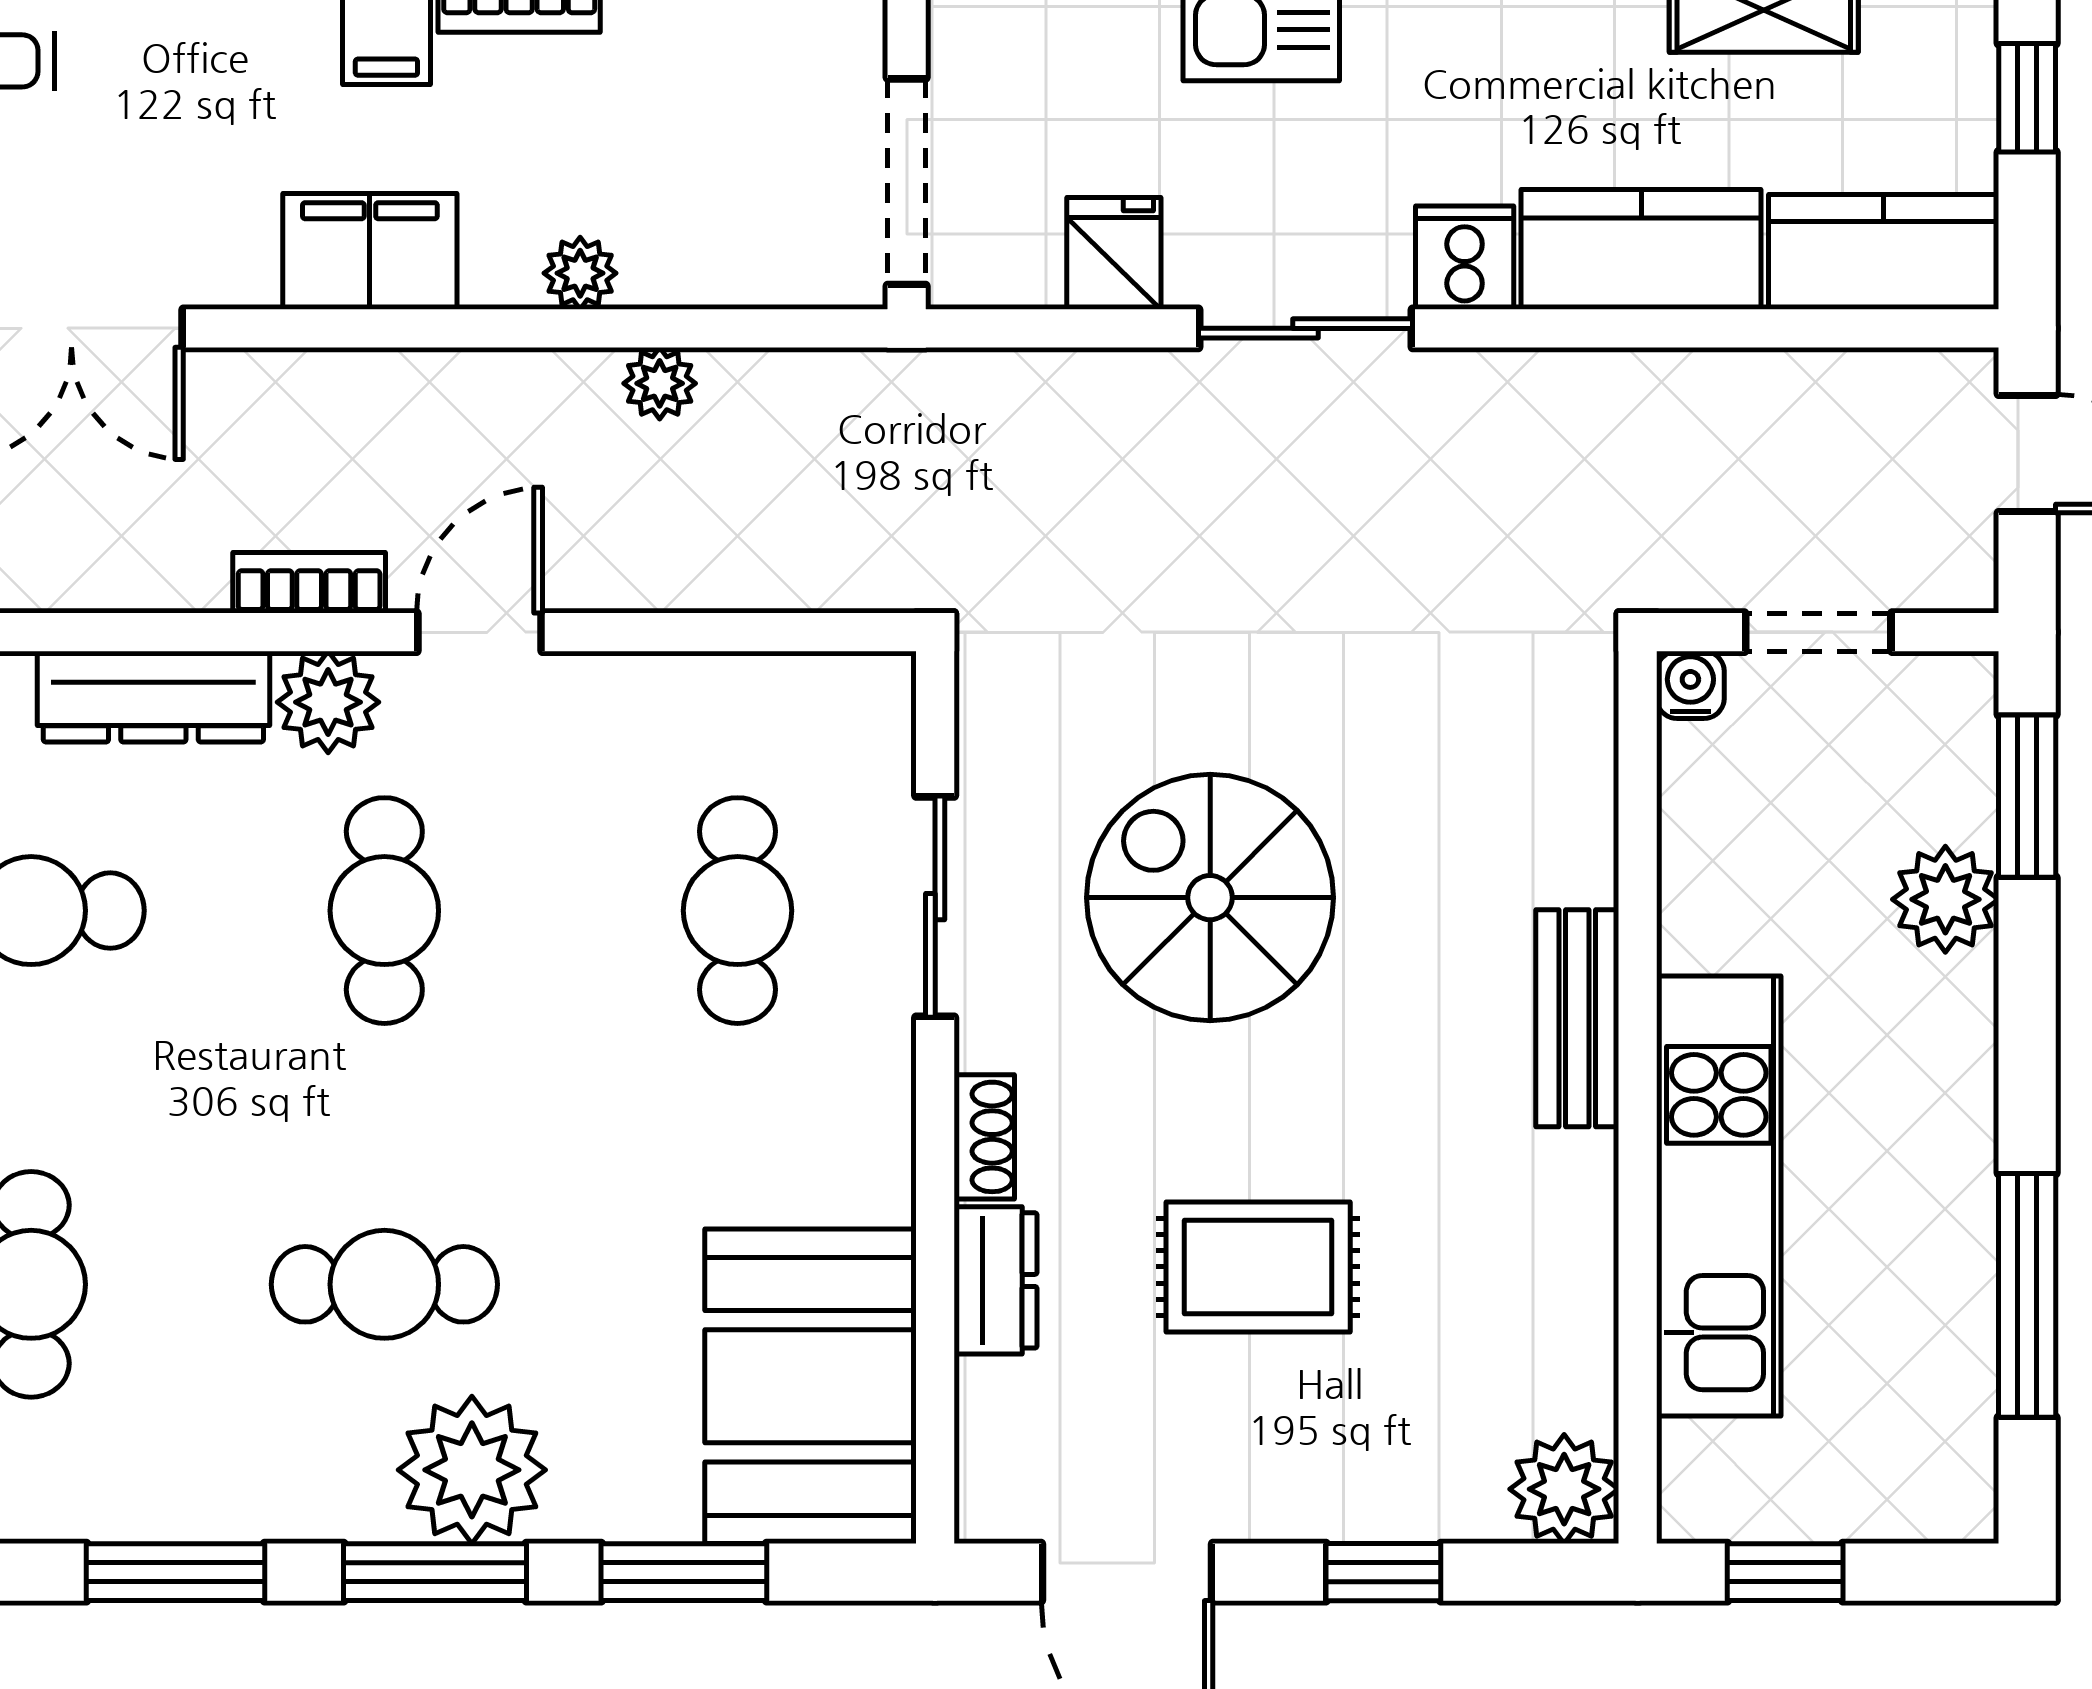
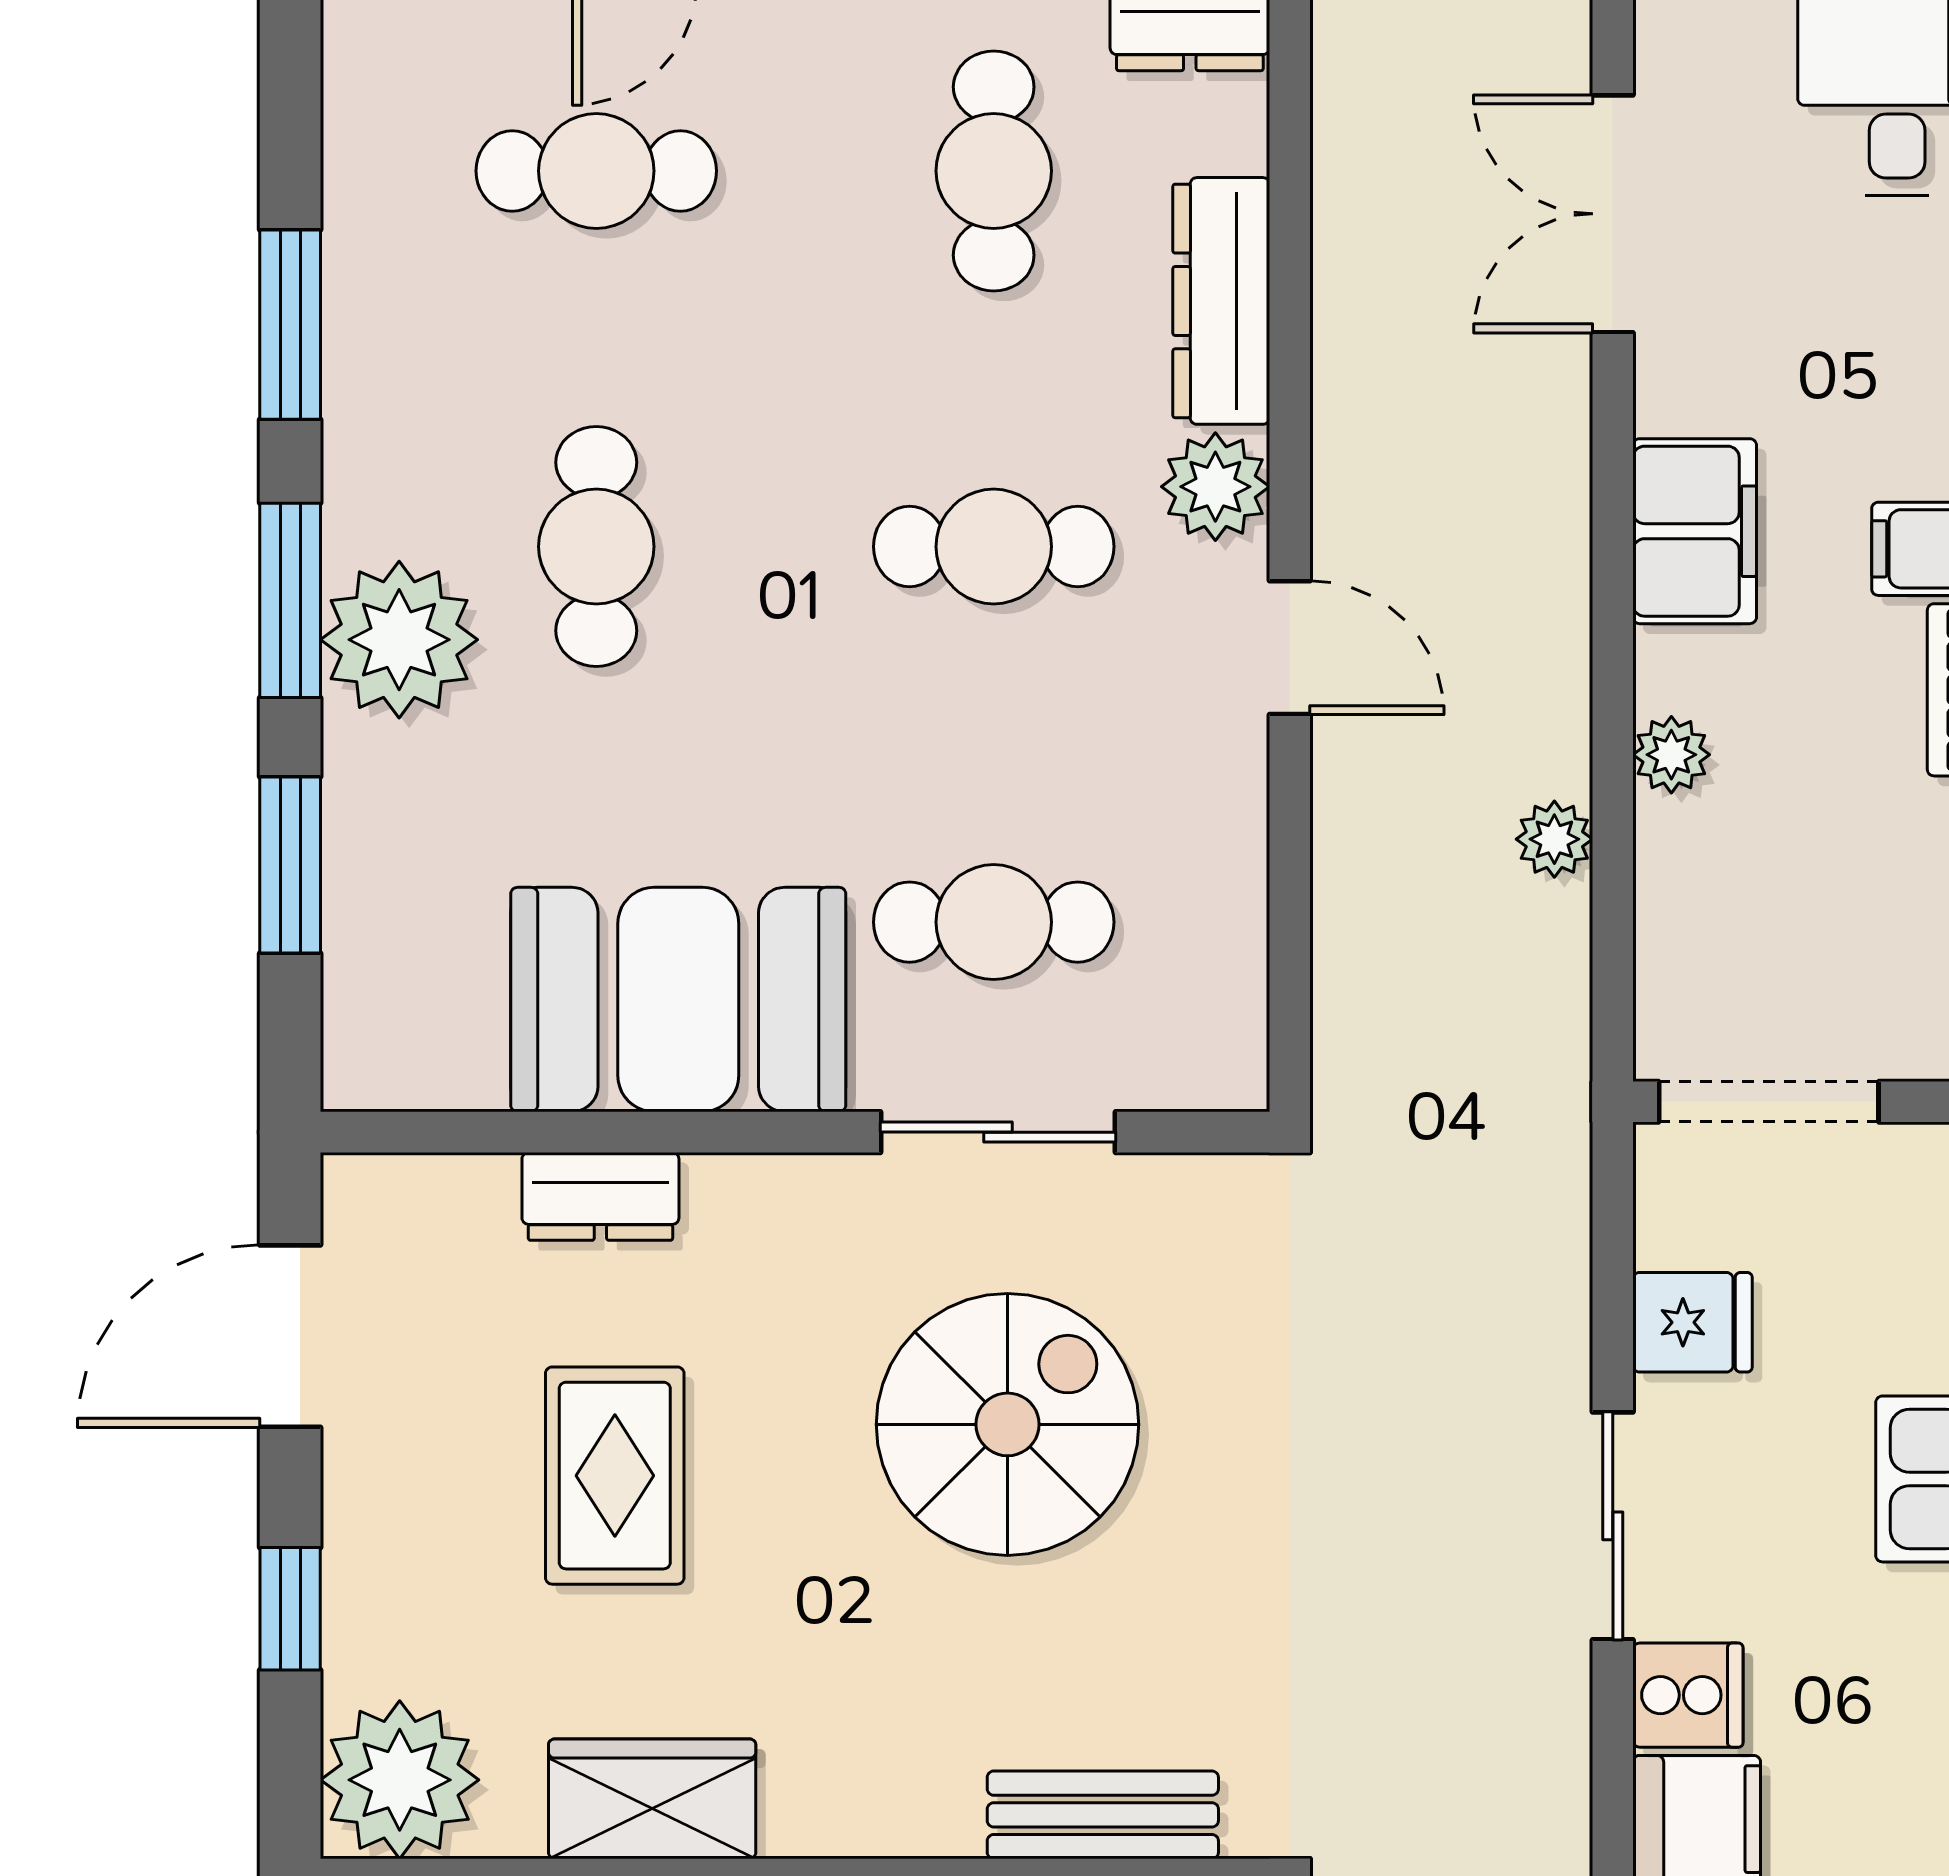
bookcase: (309, 583) -> (1342, 467), removed
bench: (1577, 1018) -> (1103, 1815), moved
shoe rack: (984, 1137) -> (753, 1184), removed
wardrobe: (1562, 1232) -> (652, 1799), added
booth: (810, 1386) -> (678, 1000), moved
plant: (1564, 1489) -> (400, 1780), width x1.36, depth x1.36

